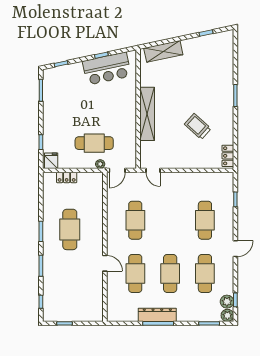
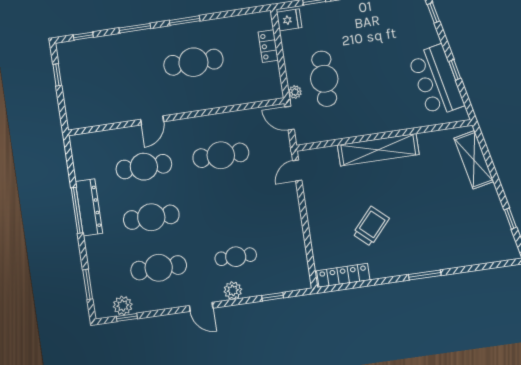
locker: (228, 156) -> (343, 275), width x1.53
cafe table: (205, 220) -> (236, 257), width x0.73, depth x0.74
plant: (227, 315) -> (233, 290), moved

